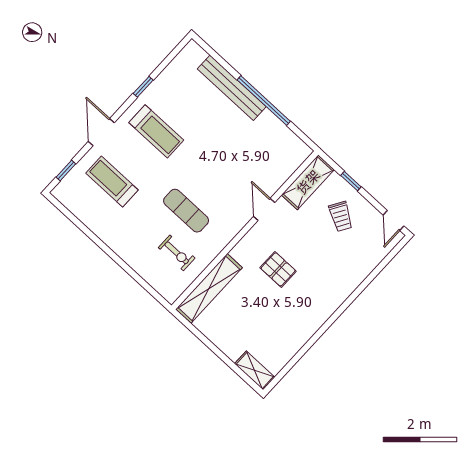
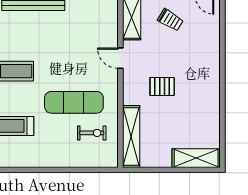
exercise mat: (186, 211) -> (74, 102), width x1.36, depth x1.45
shelving: (255, 370) -> (196, 158), width x1.50, depth x1.33

